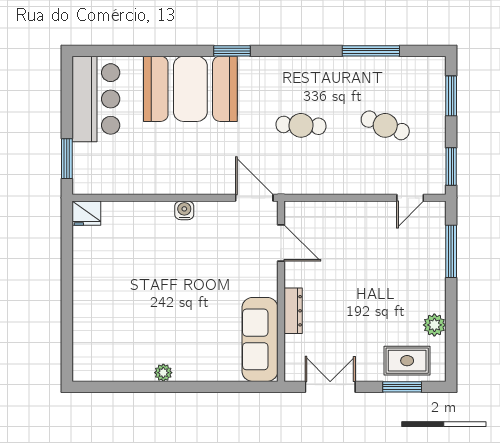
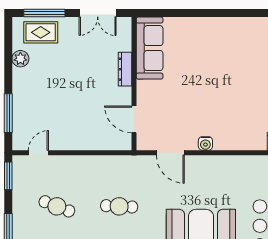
door: (254, 198) -> (170, 153), moved
plant: (163, 373) -> (221, 23), removed
window: (402, 387) -> (44, 13), width x1.44

